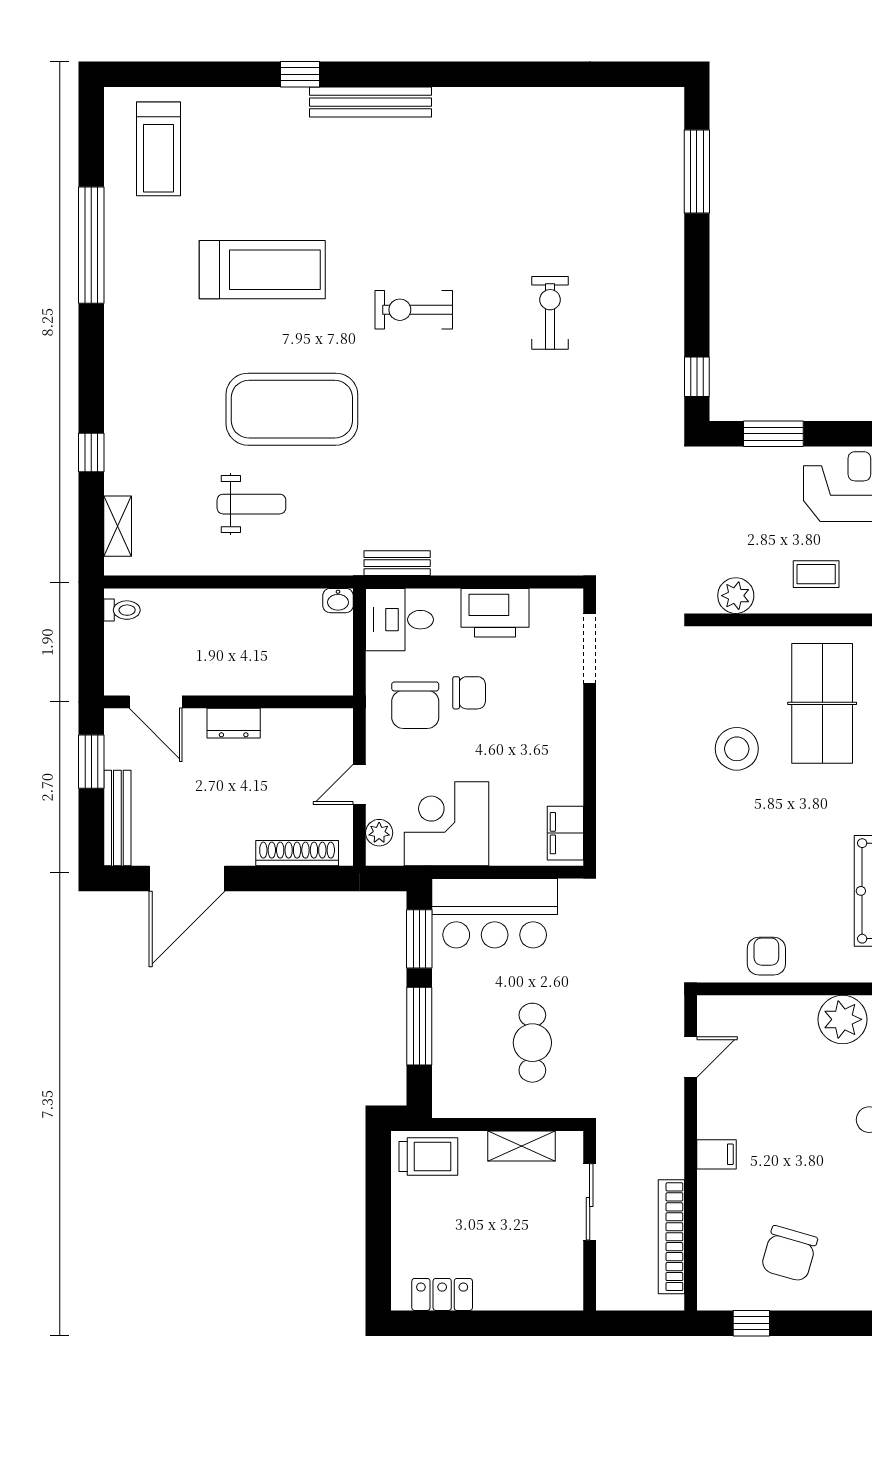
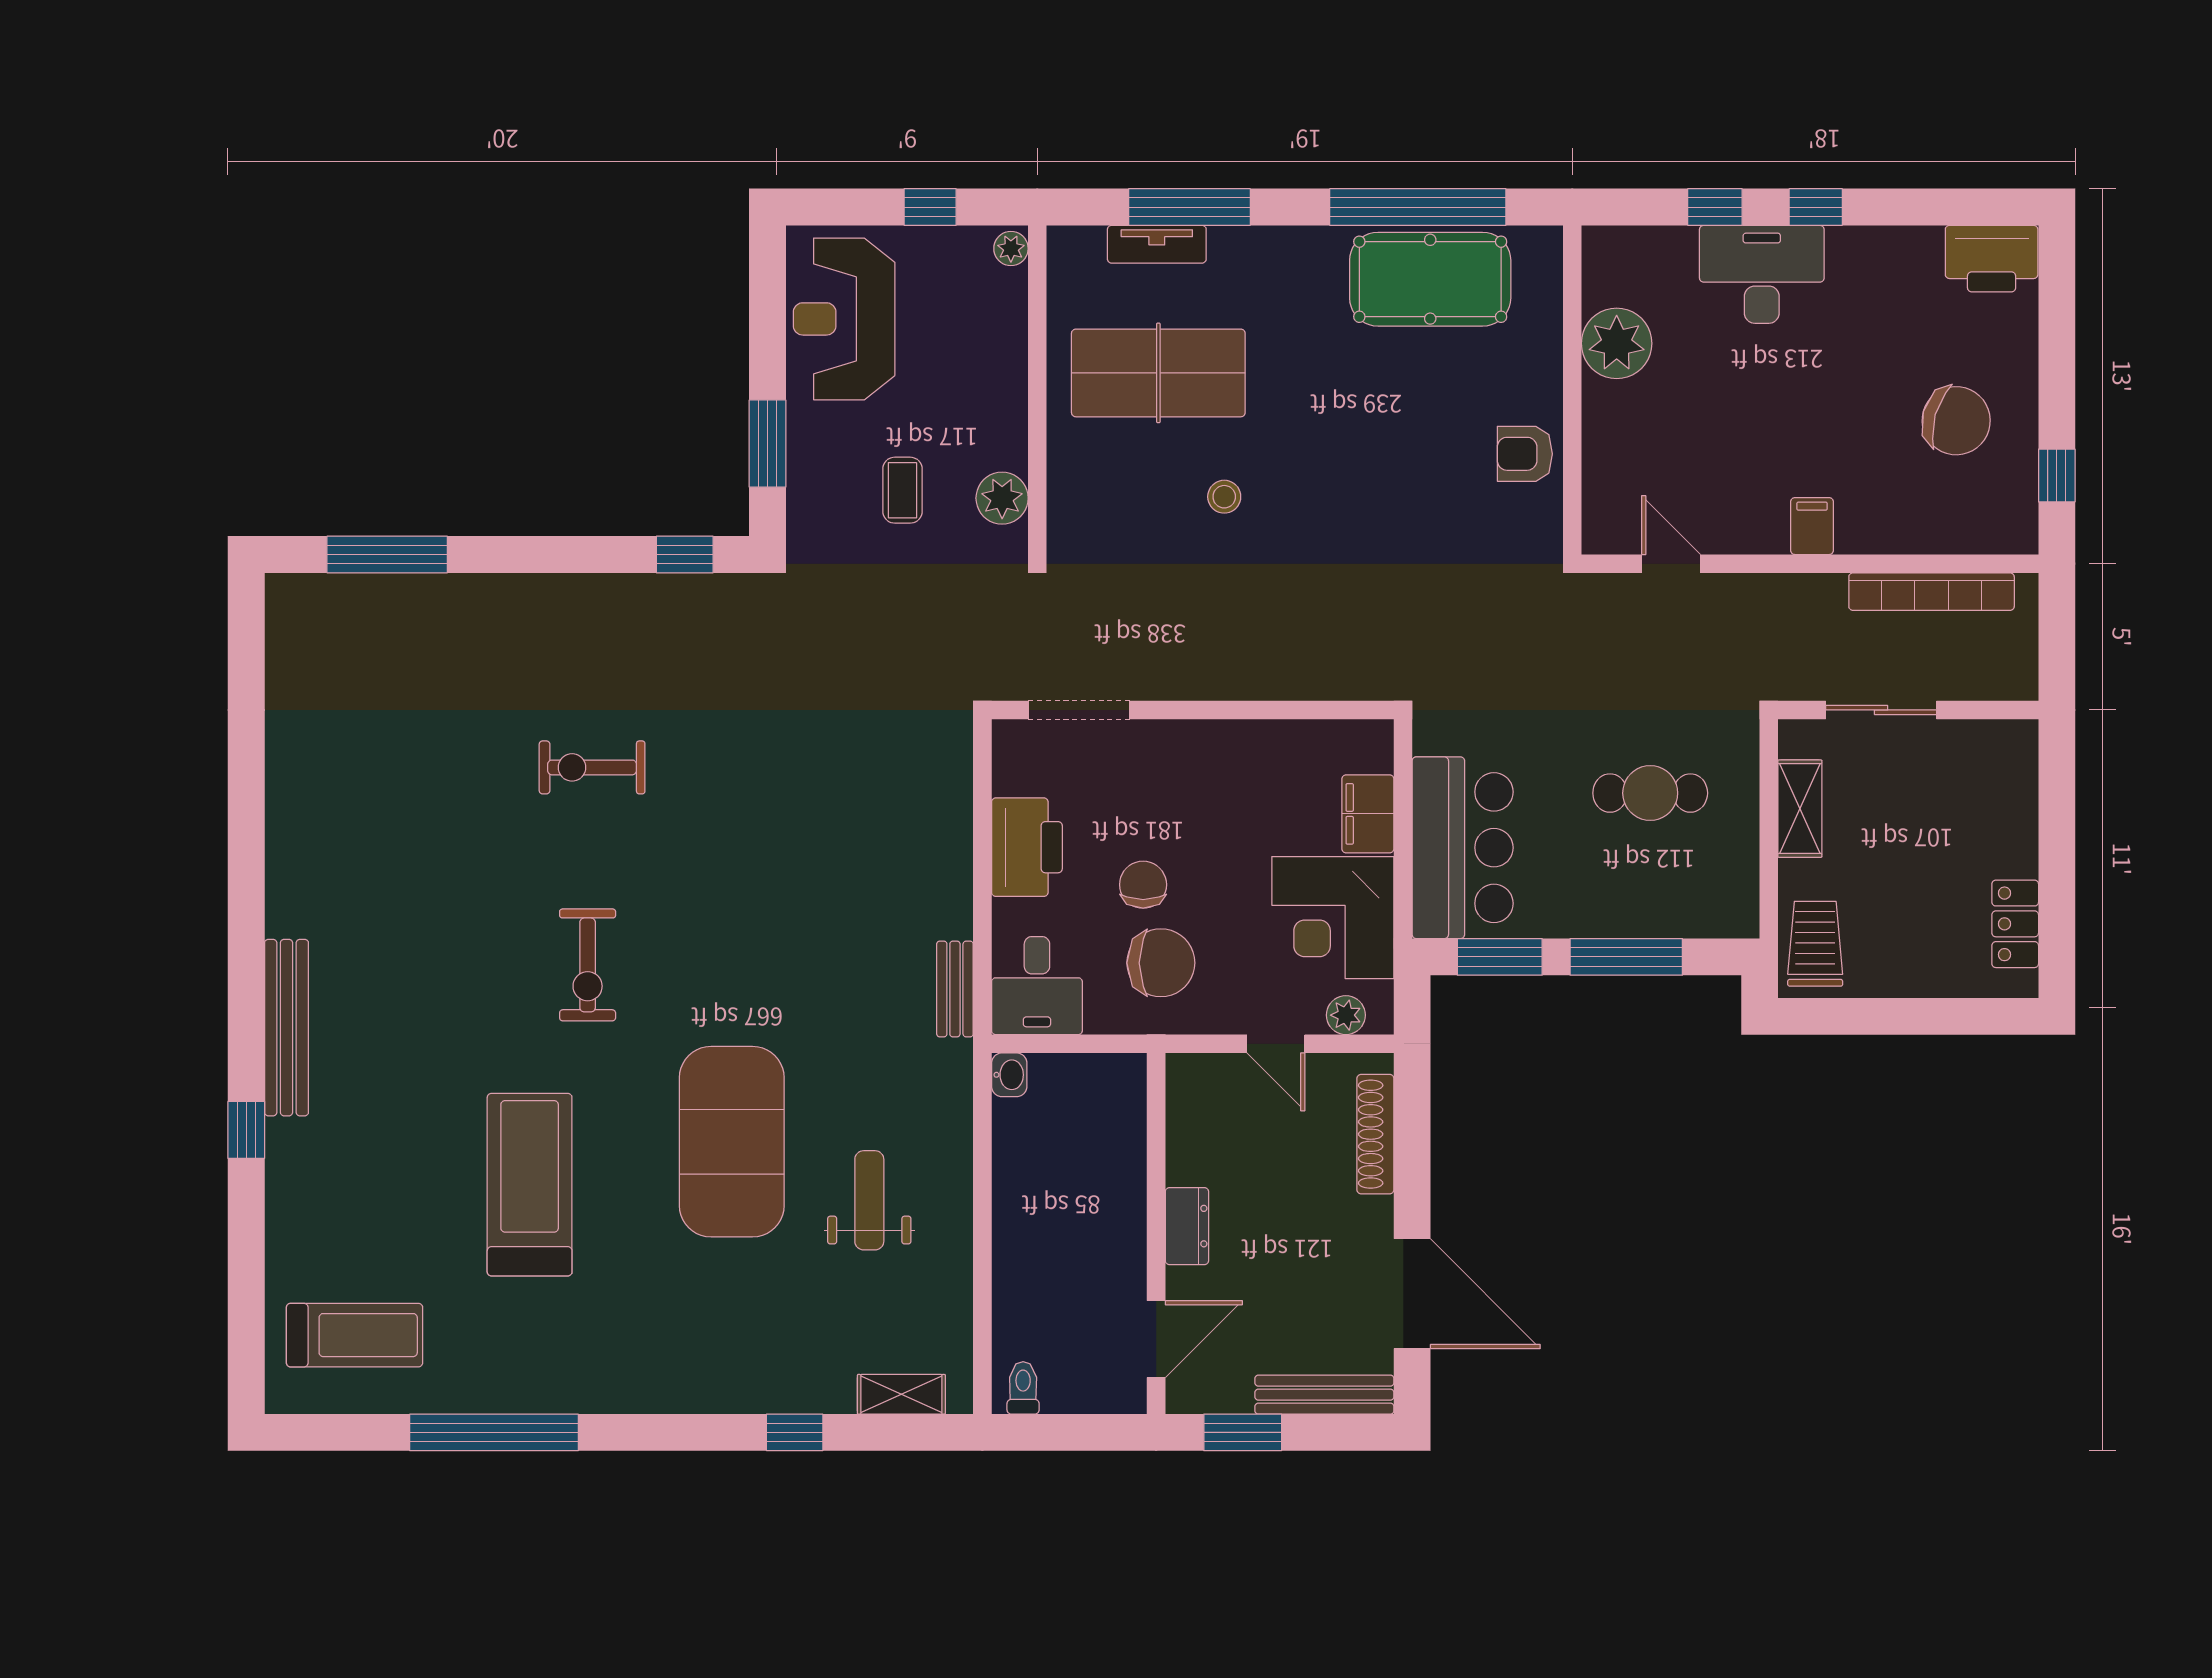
coffee table: (816, 574) -> (902, 490), moved
stool: (737, 749) -> (1224, 497), width x0.53, depth x0.53
filing cabinet: (565, 833) -> (1368, 814), moved, turned 90

